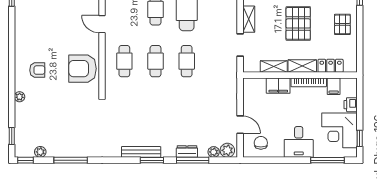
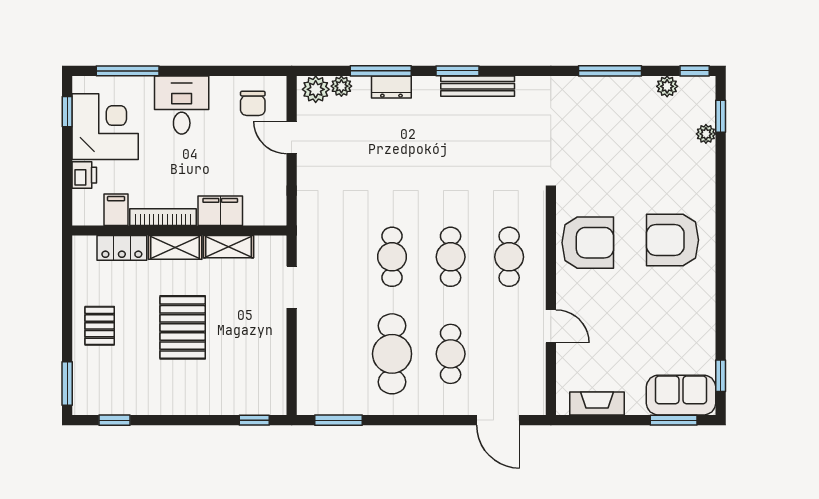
shelving: (249, 19) -> (275, 336), removed
armchair: (37, 70) -> (673, 240), width x1.88, depth x1.88
plant: (20, 97) -> (706, 134), moved

